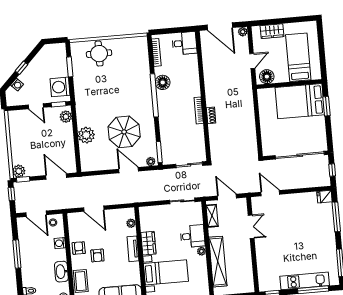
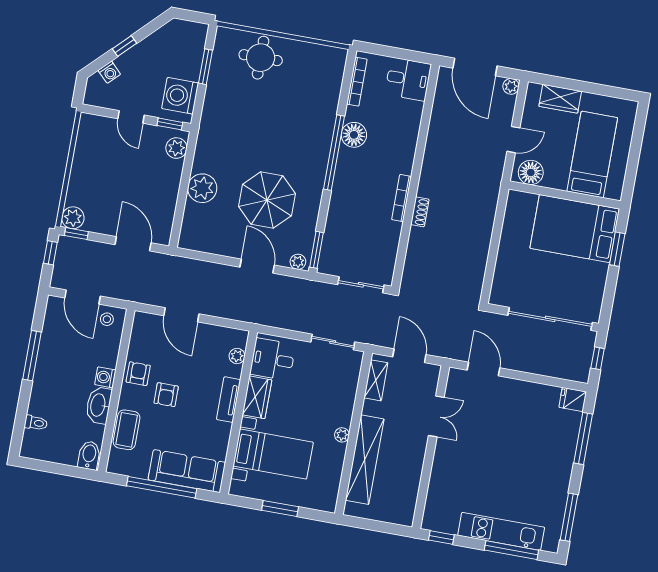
desk: (193, 236) -> (273, 359), moved, turned 180
washing machine: (60, 243) -> (105, 377), moved

